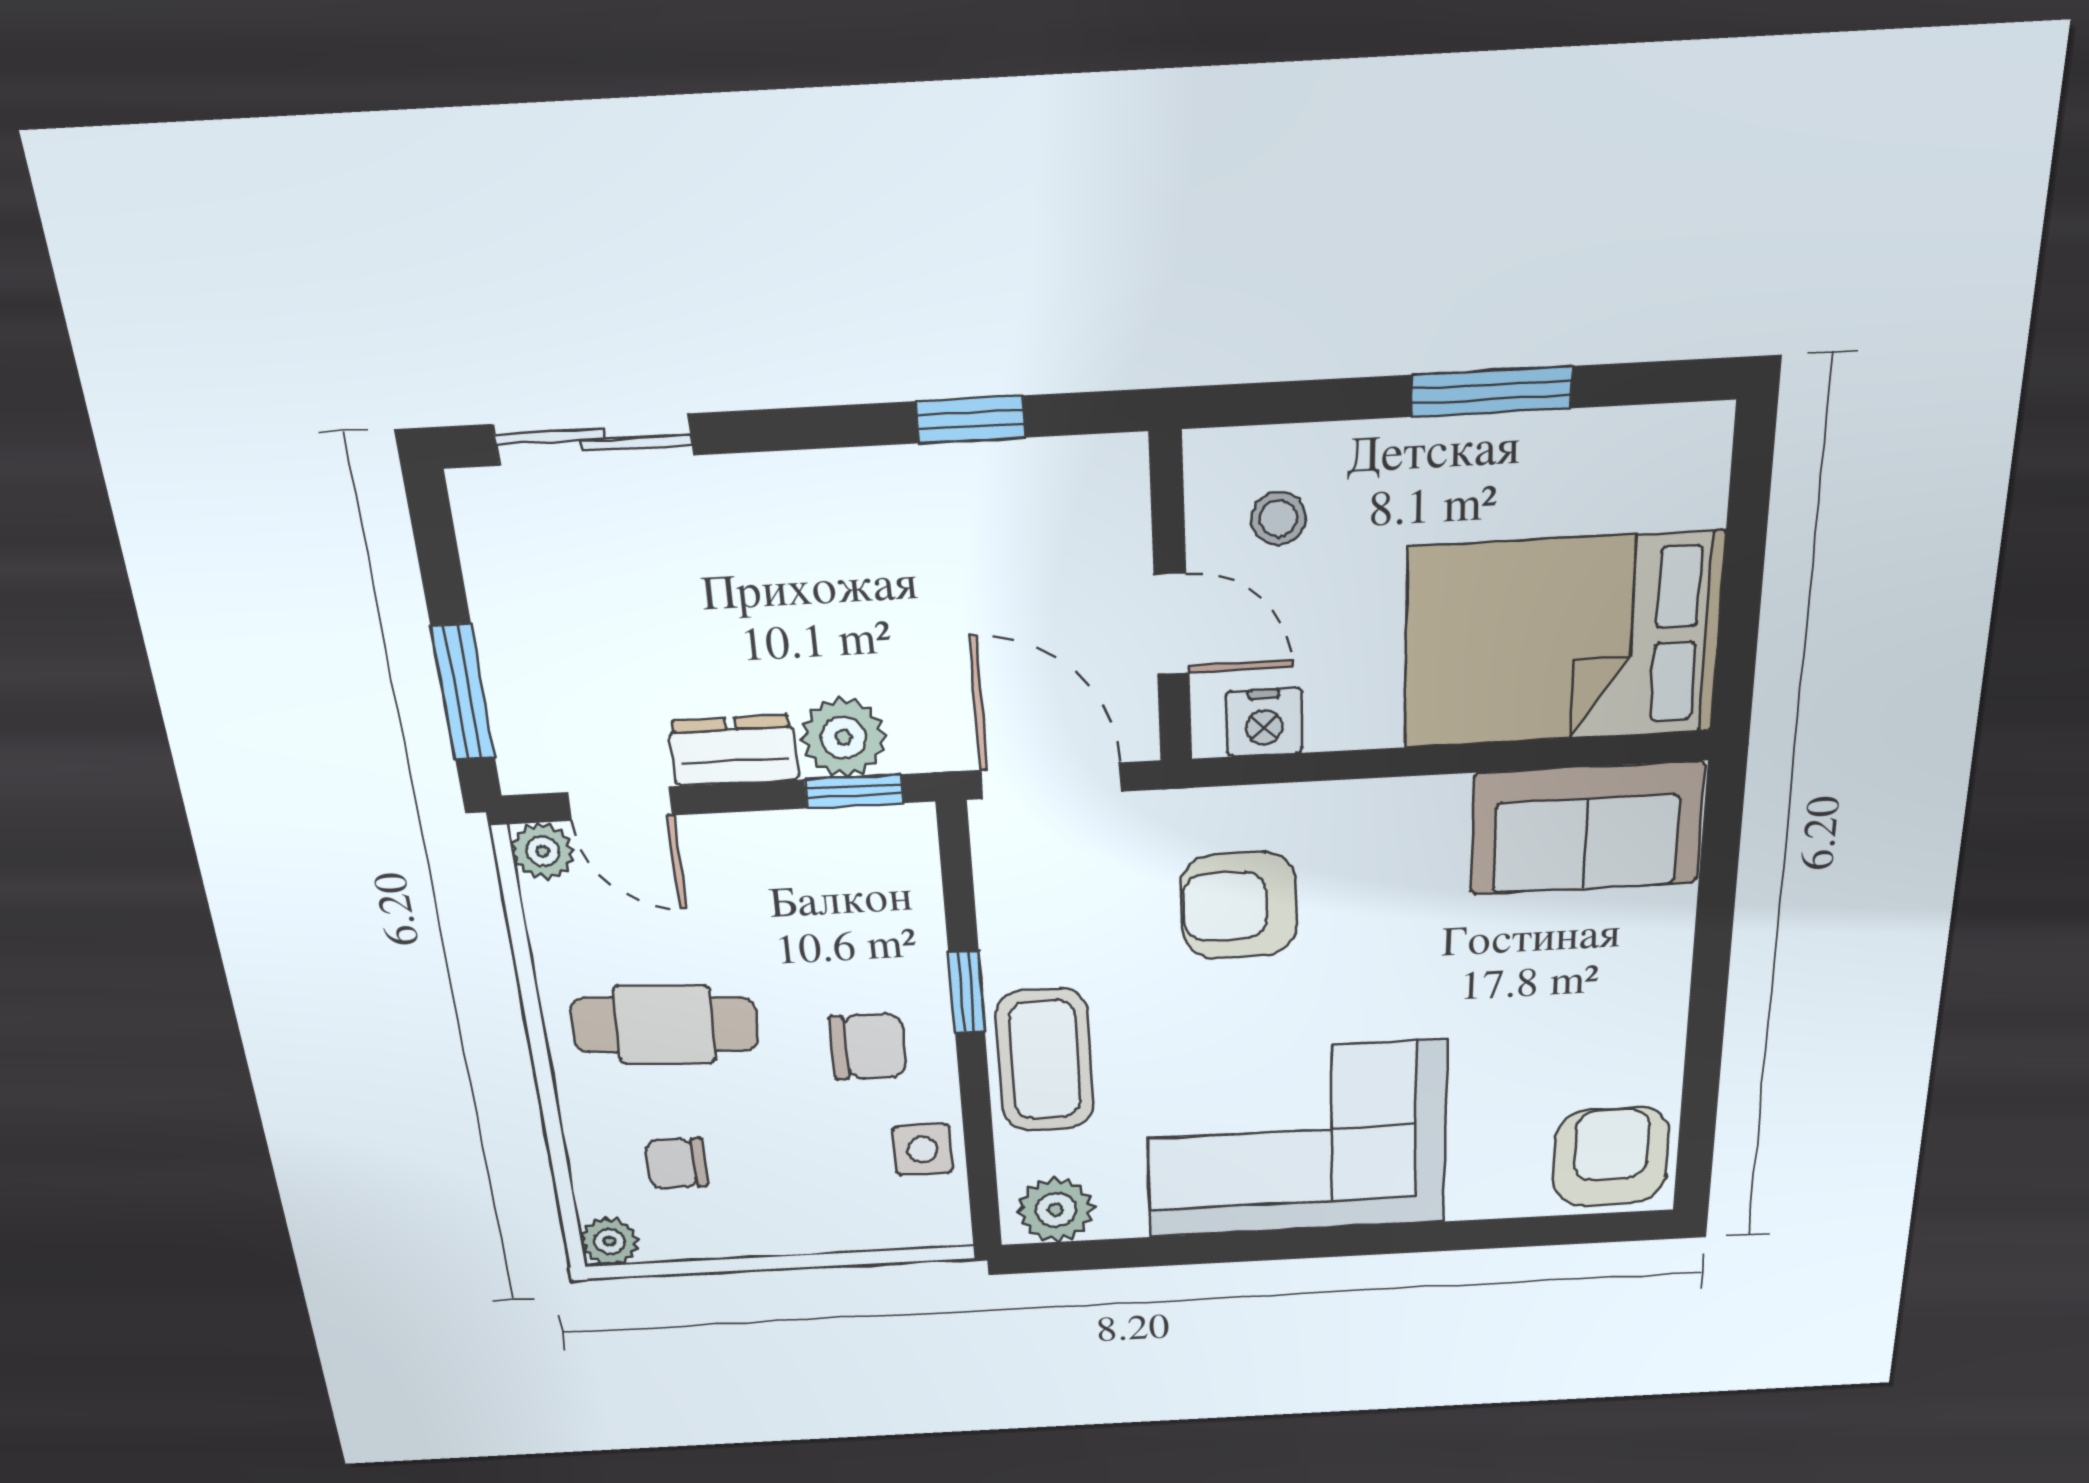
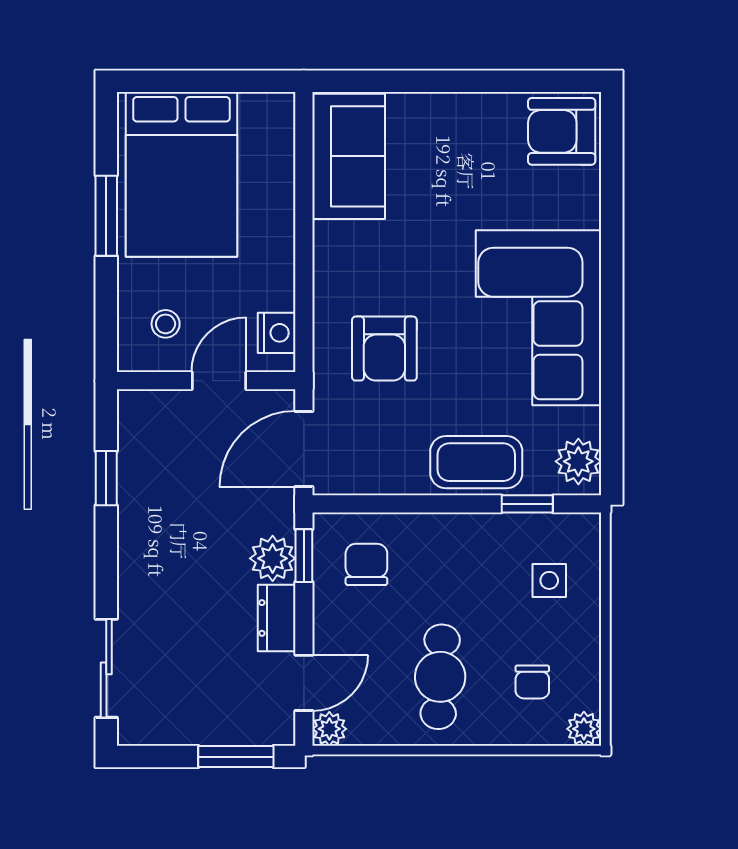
bed: (1562, 641) -> (181, 174), moved
window: (967, 992) -> (527, 504), moved
chair: (868, 1047) -> (366, 564), moved
side table: (922, 1150) -> (549, 580), moved

